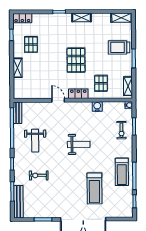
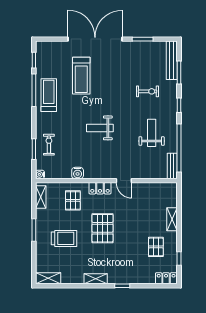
trolley: (119, 47) -> (64, 238), moved
treadmill: (94, 188) -> (81, 76), turned 180

